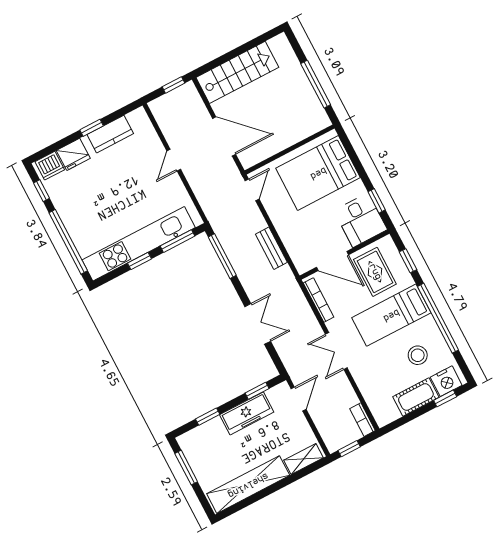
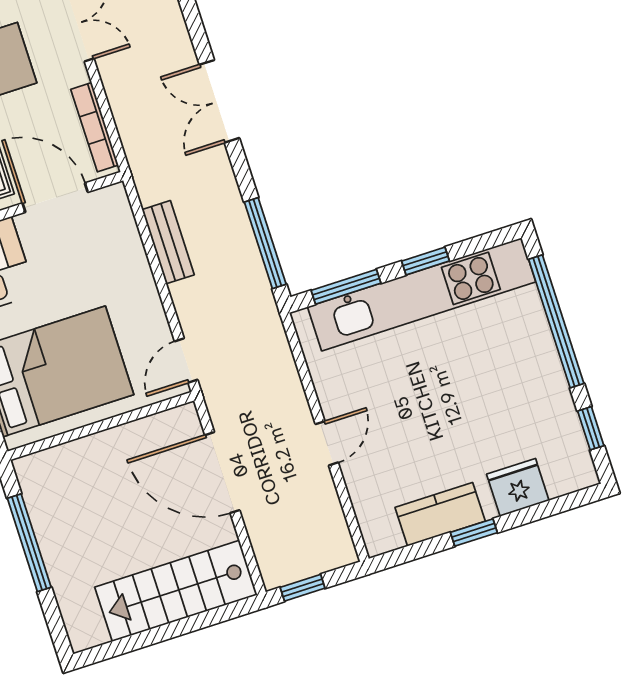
dishwasher: (50, 166) -> (567, 473), removed

